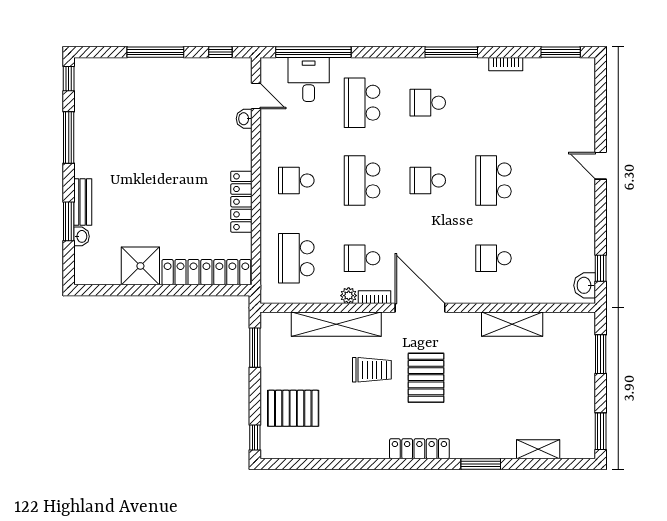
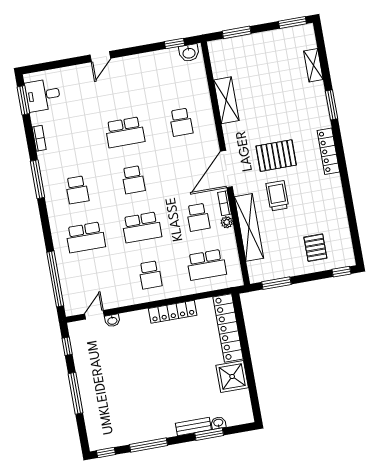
desk: (309, 79) -> (43, 95), moved
pallet: (293, 408) -> (315, 248), width x0.67, depth x0.71

